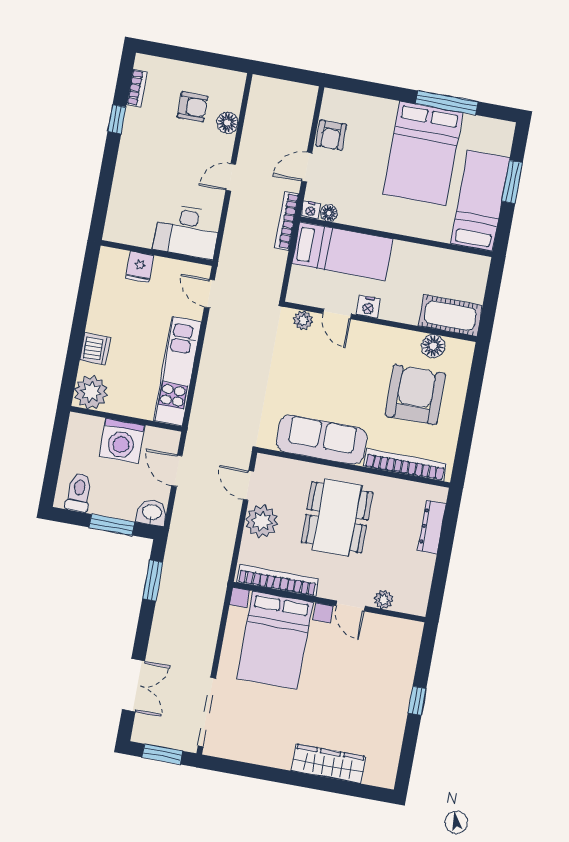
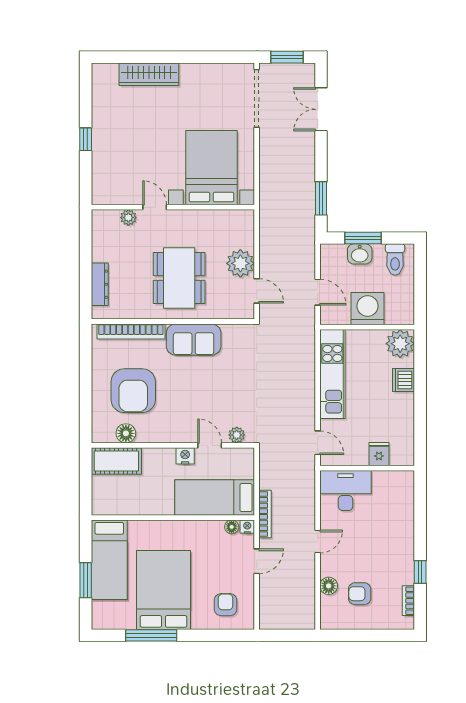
armchair: (331, 135) -> (226, 605), moved
sofa: (322, 440) -> (194, 340), width x0.73
washbasin: (152, 513) -> (360, 254), moved
bookcase: (278, 581) -> (218, 217), removed

